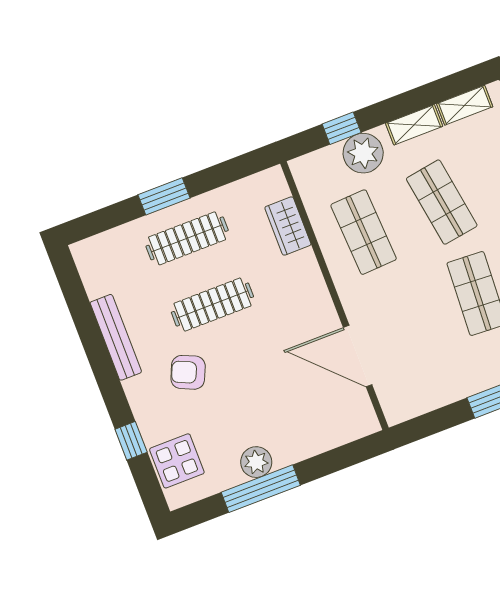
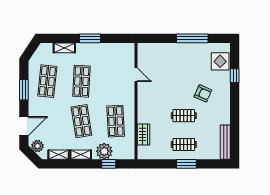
clothes rail: (187, 238) -> (184, 145), width x0.73
clothes rail: (212, 305) -> (184, 116), width x0.73
bench: (116, 337) -> (225, 142), moved
door: (358, 356) -> (136, 75), width x0.53
plant: (256, 462) -> (190, 49), removed

